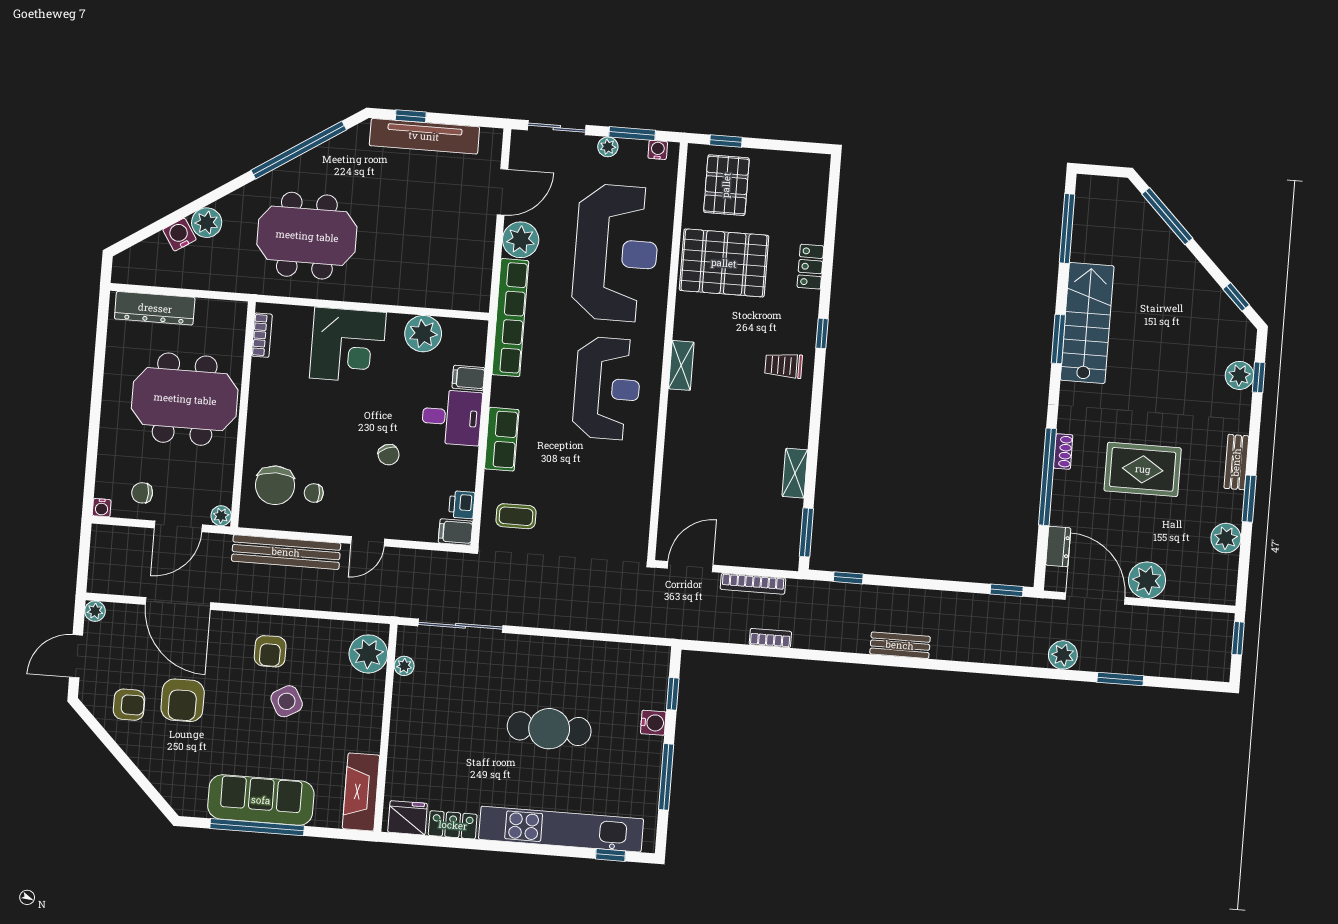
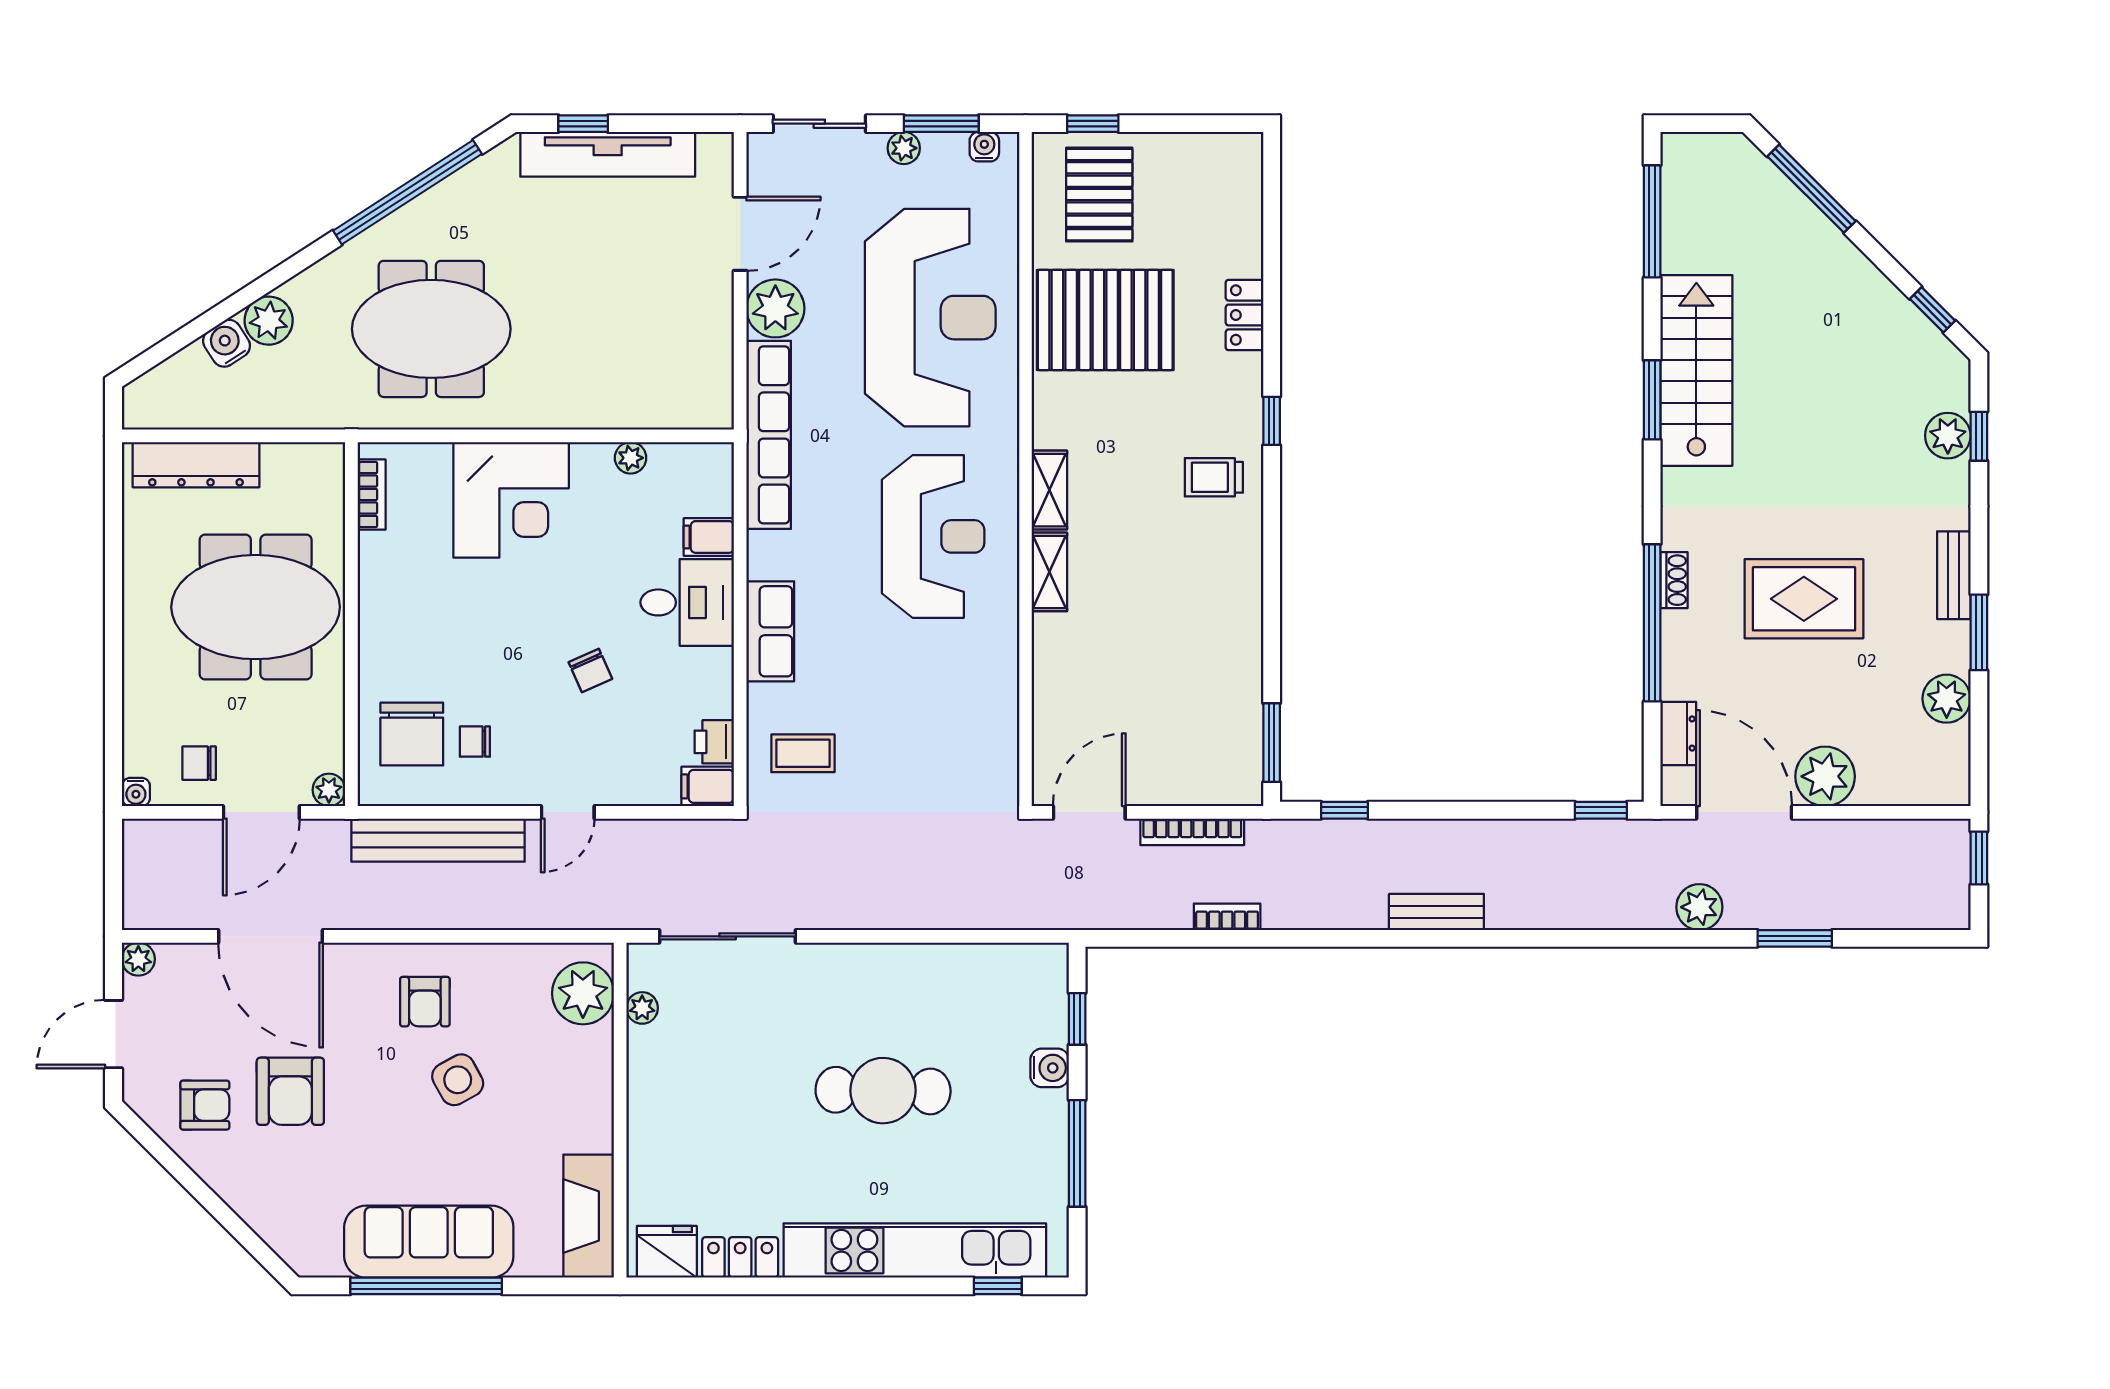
plant: (423, 334) -> (631, 458), width x0.53, depth x0.53
shelving: (795, 473) -> (1049, 572), moved

